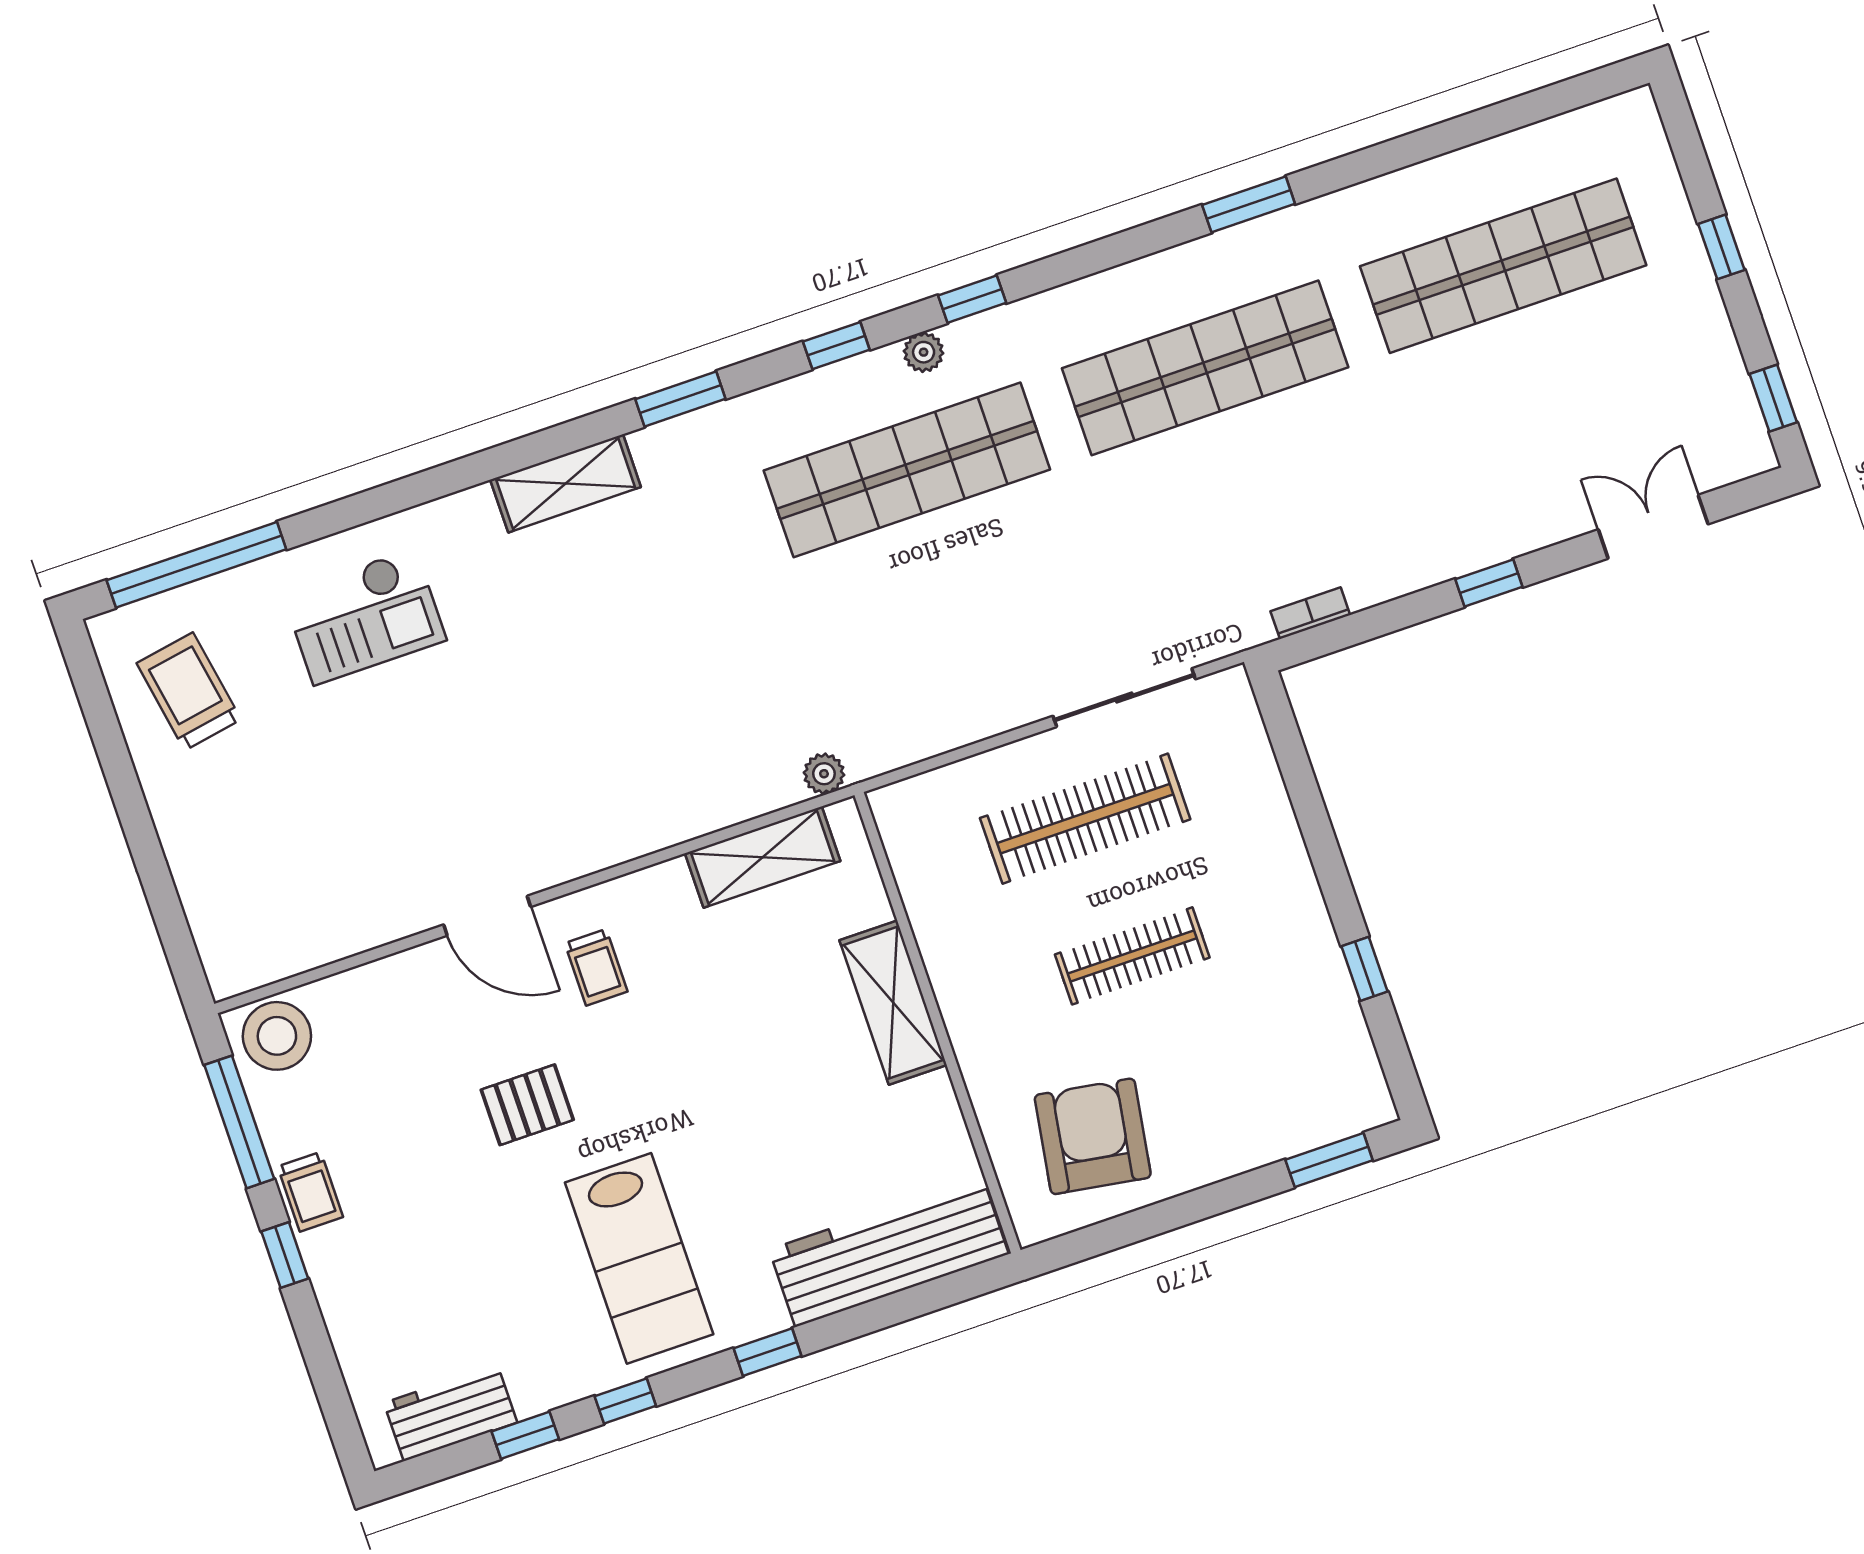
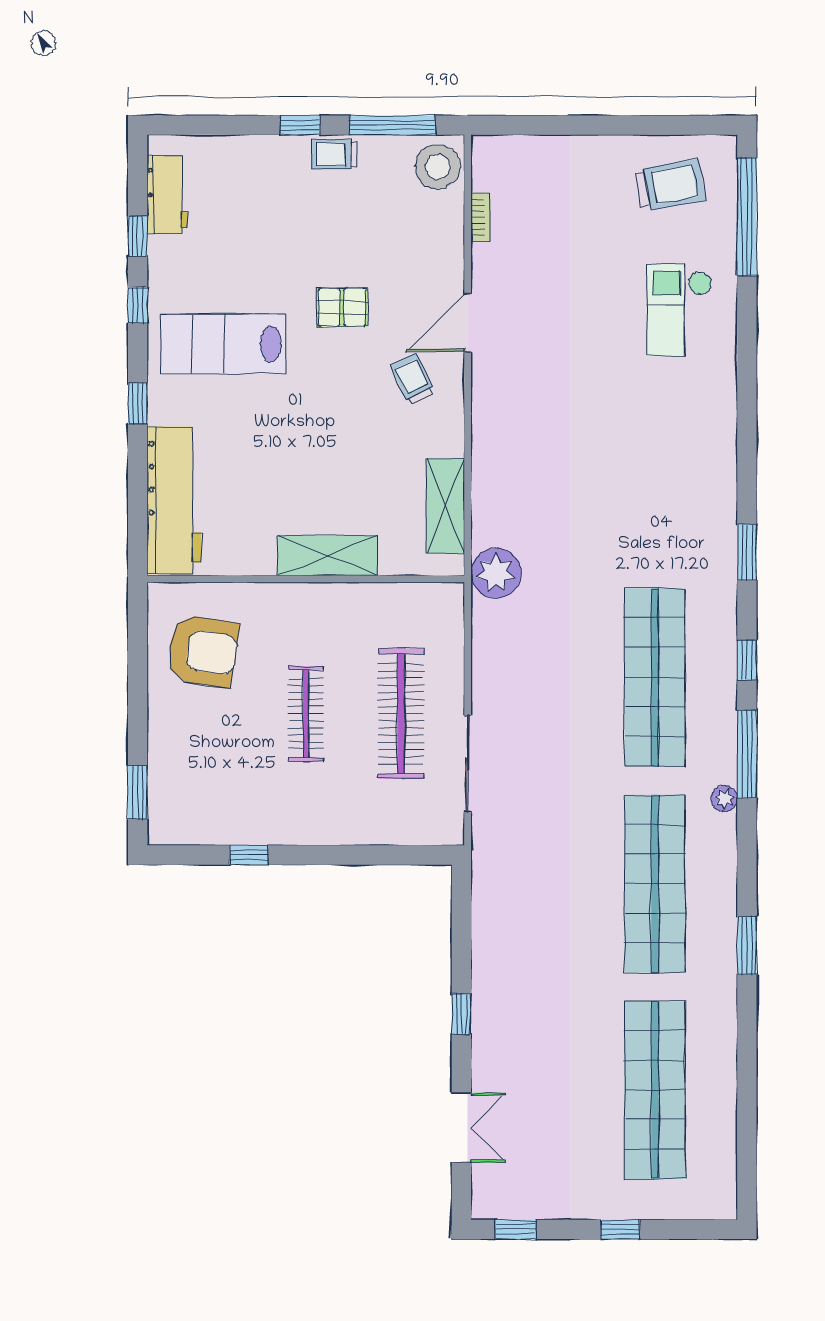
window: (972, 299) -> (747, 754), width x2.17
plant: (924, 352) -> (724, 799), moved
shelving: (566, 483) -> (719, 463), removed
bookcase: (1310, 613) -> (481, 217), moved
plant: (824, 774) -> (496, 573), width x1.88, depth x1.88
trolley: (596, 967) -> (413, 379), turned 64
pallet: (527, 1105) -> (342, 307), turned 90

